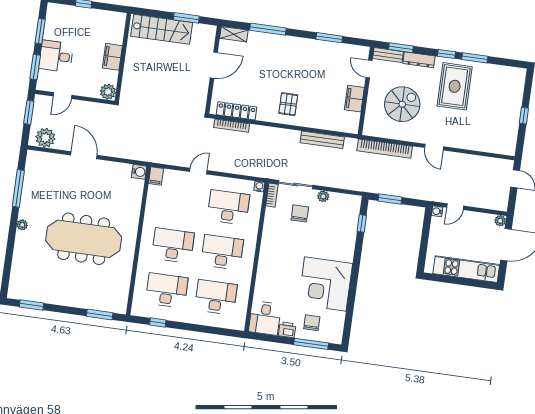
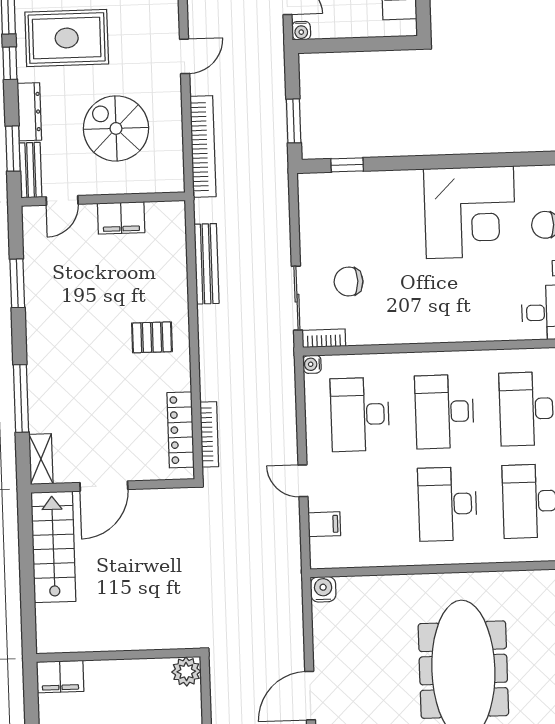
window: (186, 18) -> (26, 551), removed
stairs: (162, 29) -> (53, 547), moved
filing cabinet: (112, 57) -> (60, 677), moved
door: (214, 65) -> (104, 486), swing flipped
filing cabinet: (156, 176) -> (324, 524), moved
plant: (323, 196) -> (310, 244), removed

